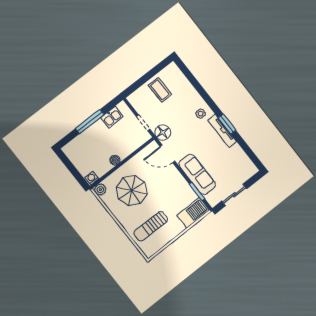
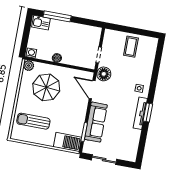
kitchen sink: (112, 117) -> (41, 23), moved
window: (90, 122) -> (57, 16), moved

